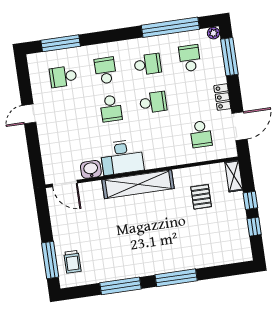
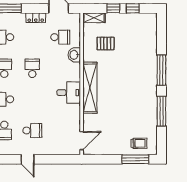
school desk: (111, 108) -> (32, 130), moved
desk: (122, 157) -> (69, 93), width x0.73
washbasin: (91, 169) -> (74, 55), moved

